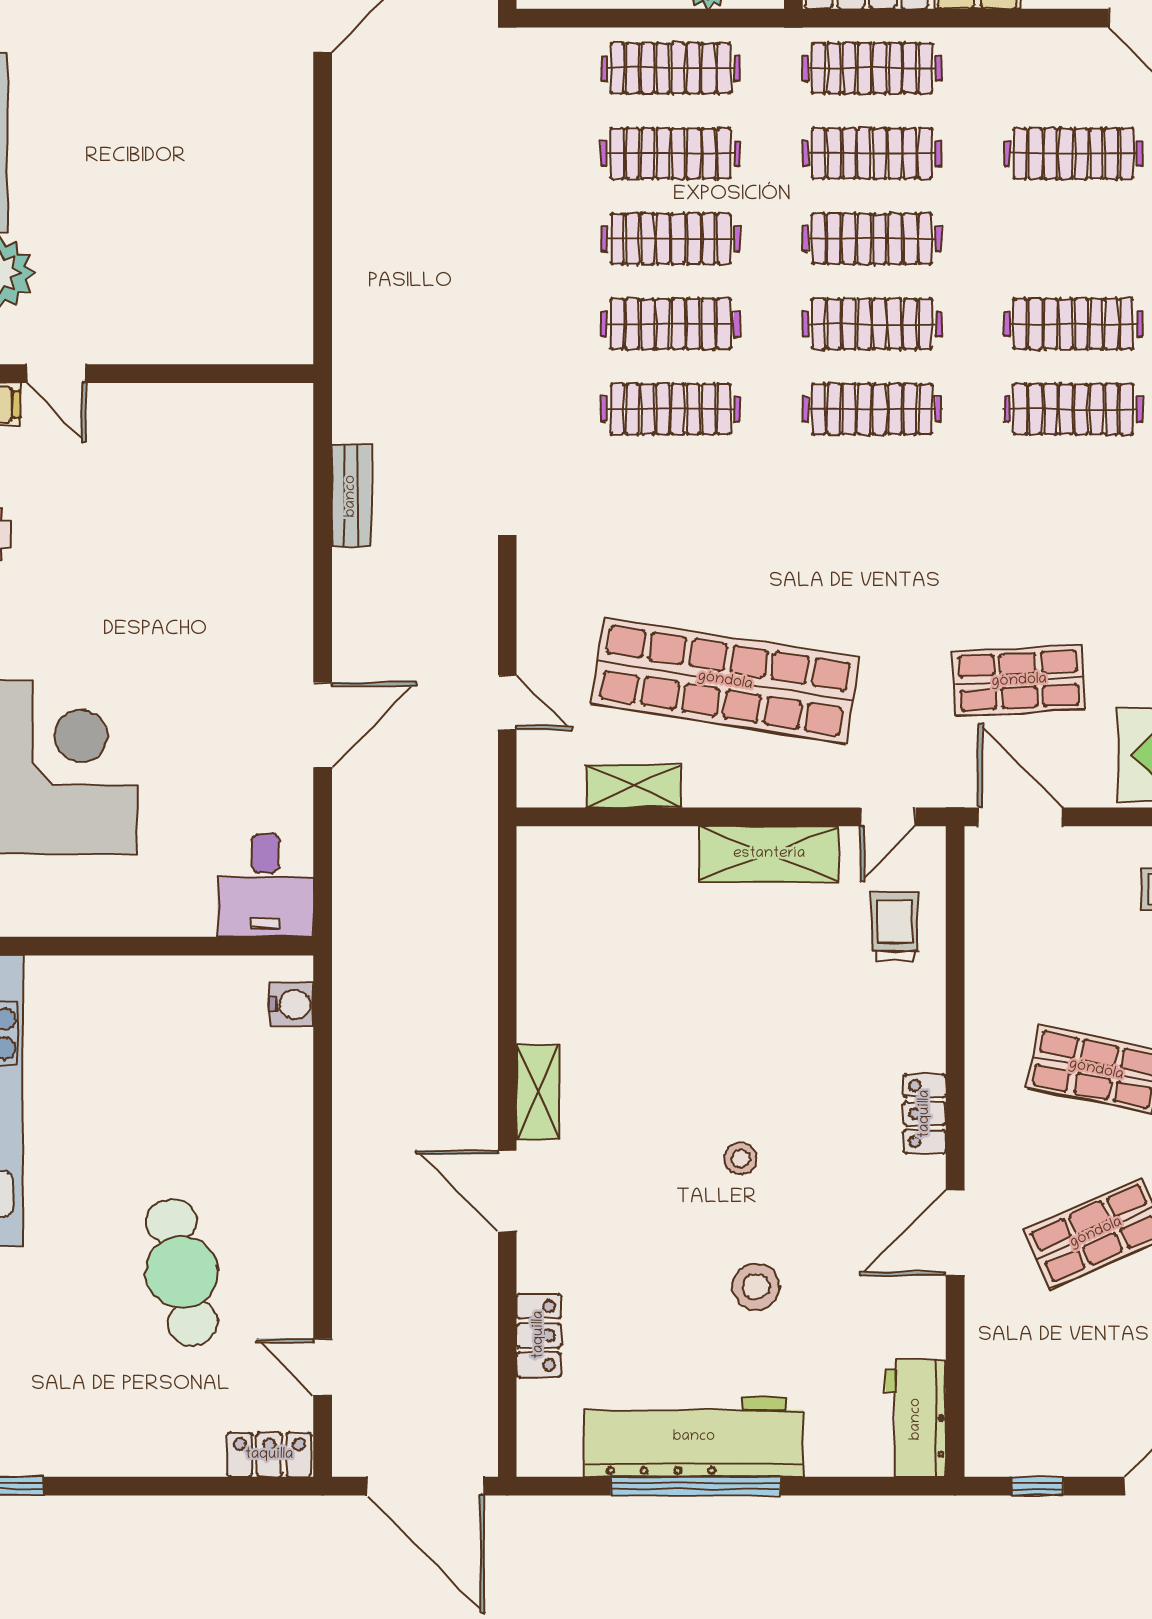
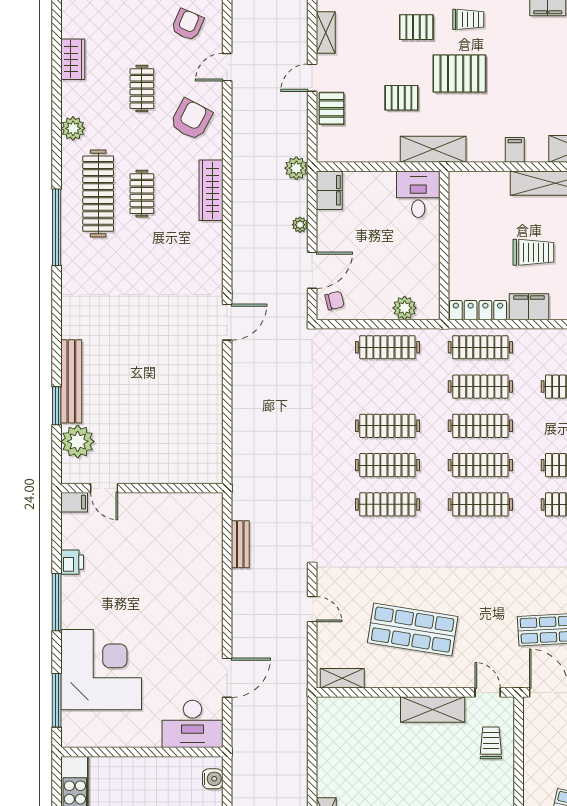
clothes rail: (670, 153) -> (387, 387), removed
shop shelf: (725, 681) -> (413, 630), width x0.71
door: (507, 703) -> (312, 609), moved
door: (323, 725) -> (227, 678), moved
shelving: (633, 786) -> (342, 678), moved
door: (888, 817) -> (488, 692), swing flipped
desk: (265, 885) -> (192, 724), width x1.37

